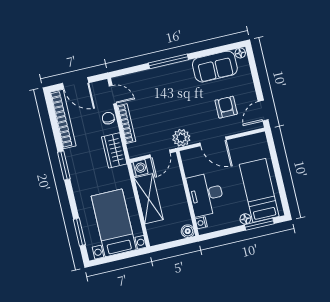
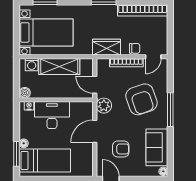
door: (76, 83) -> (170, 28), removed
armchair: (164, 97) -> (141, 99), added
washing machine: (139, 168) -> (32, 65), moved

